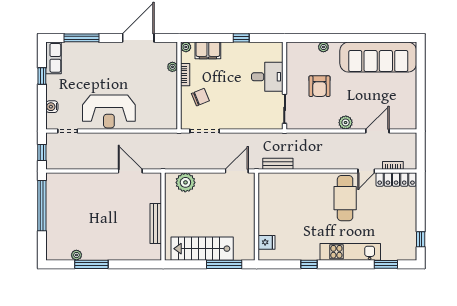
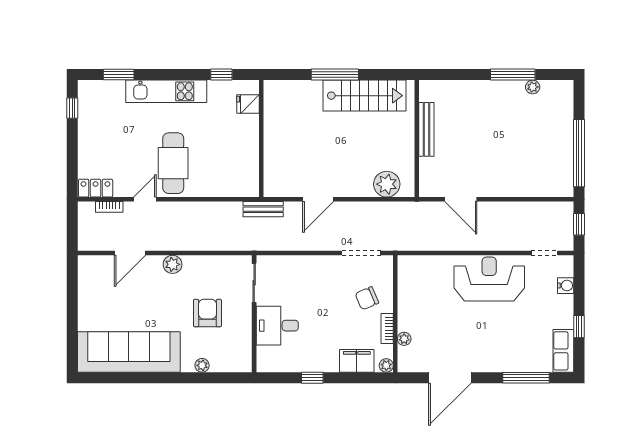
locker: (396, 179) -> (96, 188), width x0.66
wall: (257, 217) -> (261, 139), moved
fridge: (267, 242) -> (248, 104), moved

